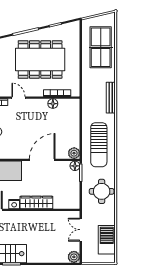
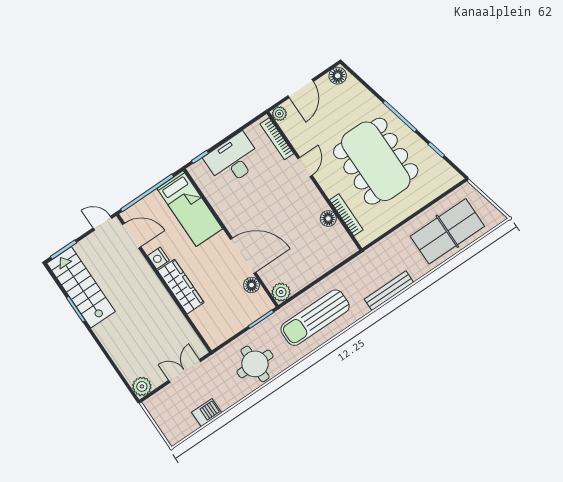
floor lamp: (75, 166) -> (252, 285), moved
barbecue: (107, 240) -> (207, 413), width x0.53, depth x0.65

